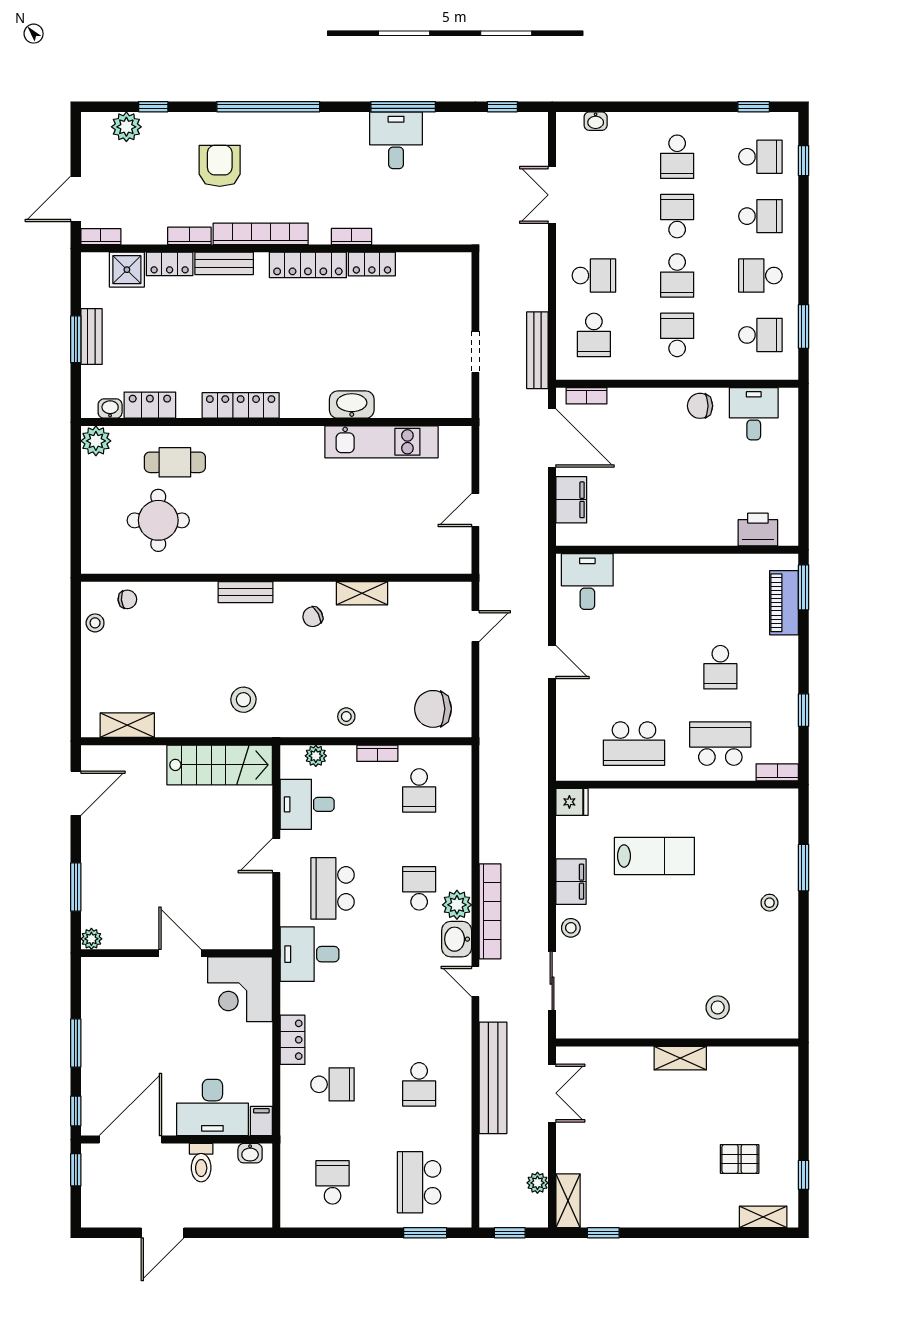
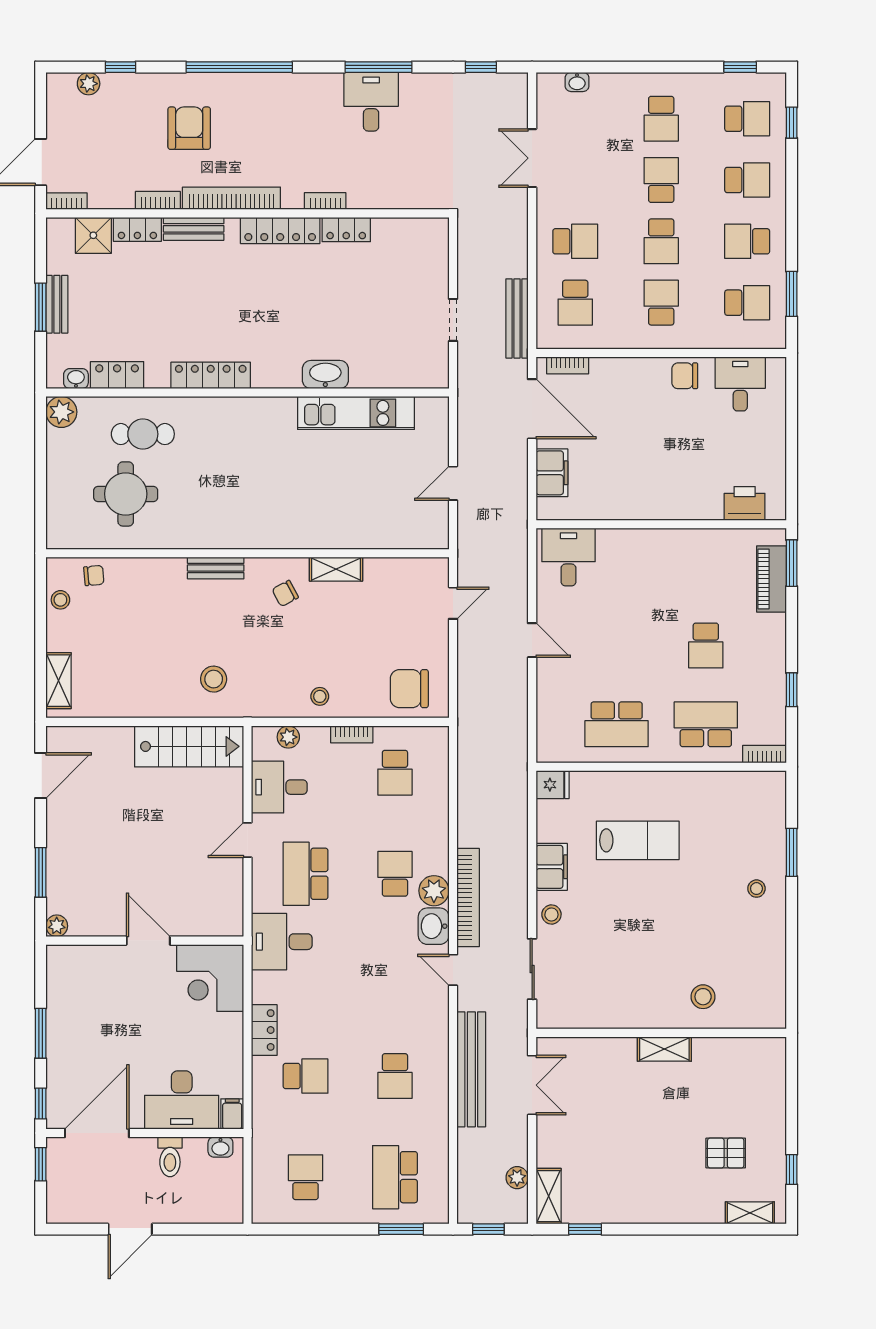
plant: (126, 127) -> (89, 84), width x0.73, depth x0.73
shelving: (127, 725) -> (58, 681), moved, turned 90

